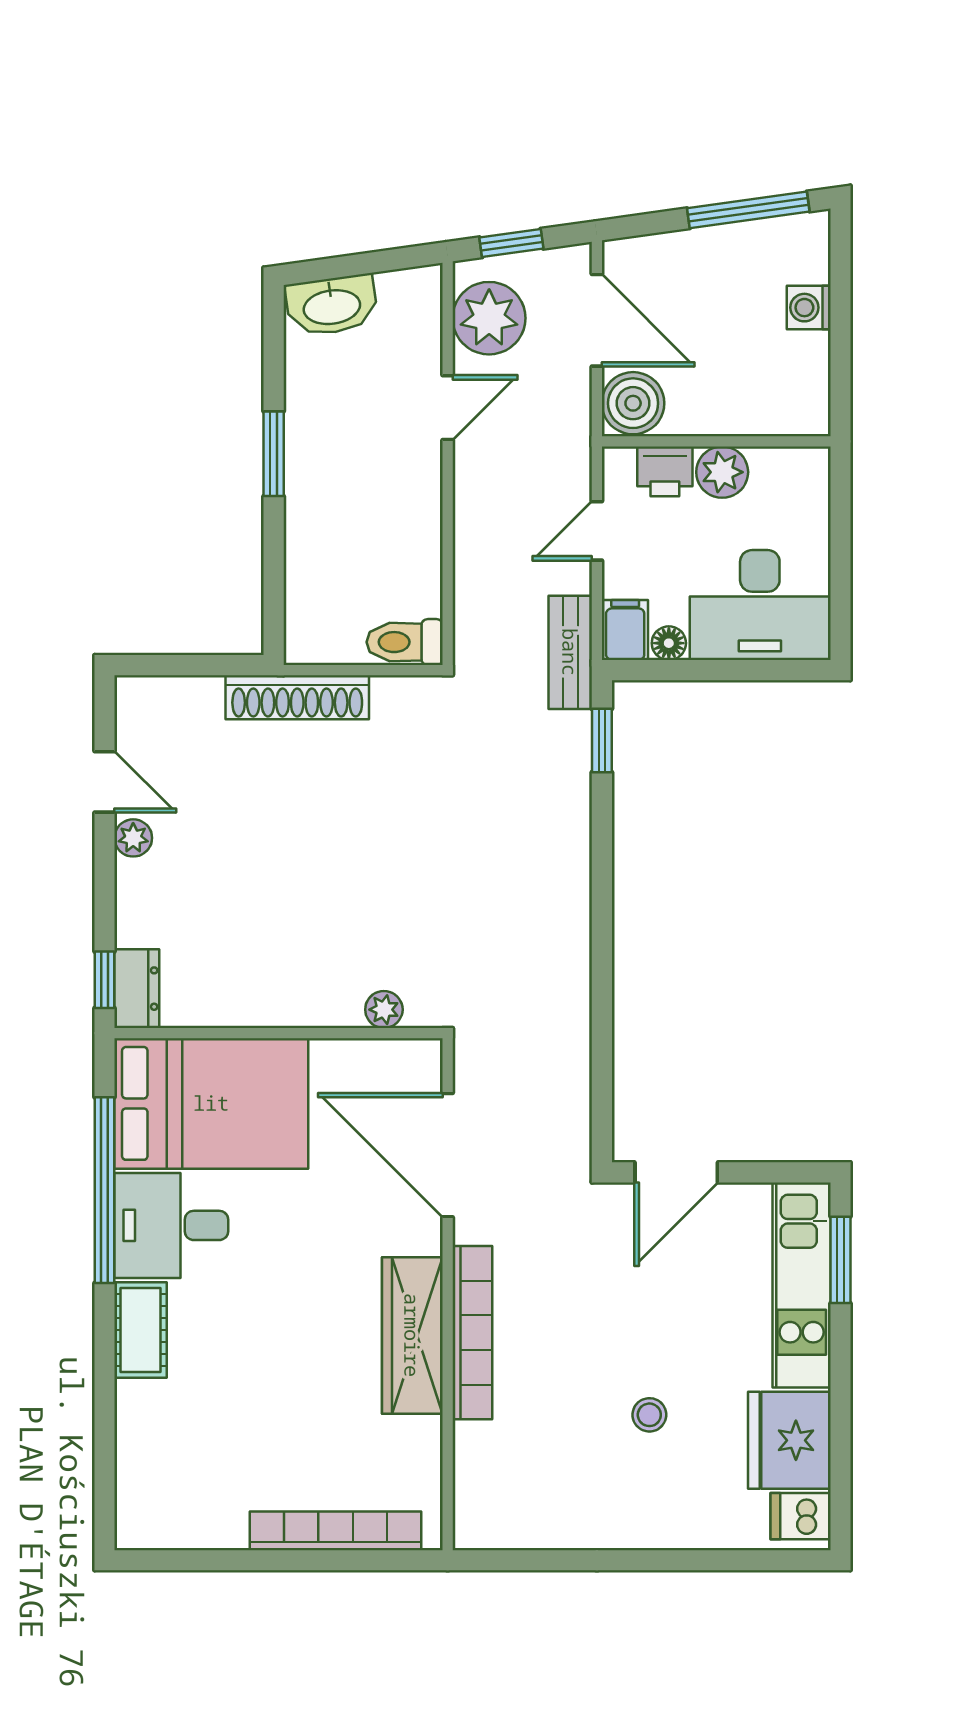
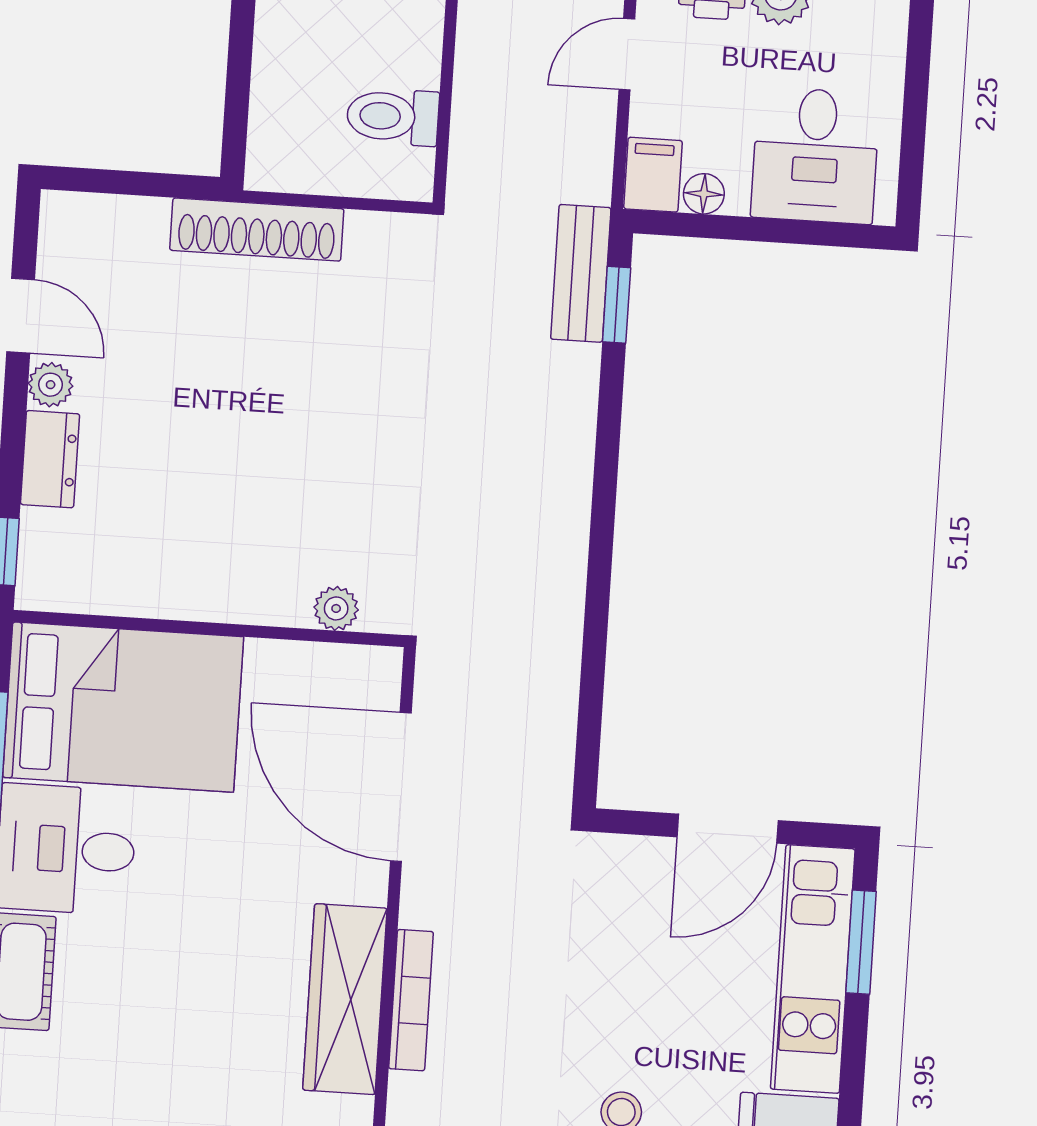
desk: (760, 605) -> (815, 155), width x0.73
toilet: (405, 642) -> (393, 117), moved
bench: (570, 652) -> (581, 273), moved
dresser: (137, 989) -> (50, 459), moved
door: (676, 1172) -> (728, 829), moved
bookcase: (472, 1333) -> (411, 1000), width x0.68, depth x0.76

